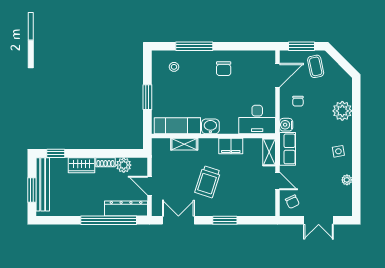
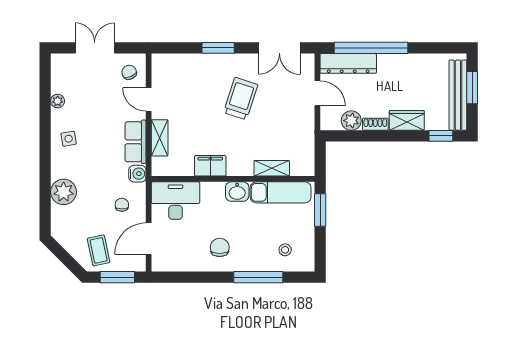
desk: (257, 120) -> (176, 201), moved
exam couch: (177, 126) -> (281, 192), moved
washbasin: (210, 126) -> (237, 192), moved
wall: (214, 136) -> (233, 179), moved
shelving: (184, 144) -> (272, 168), moved
filing cabinet: (231, 146) -> (210, 166), moved

